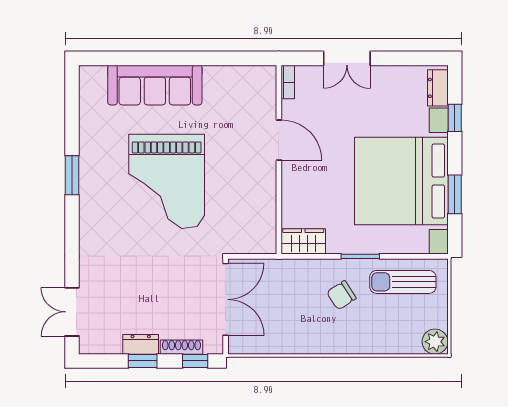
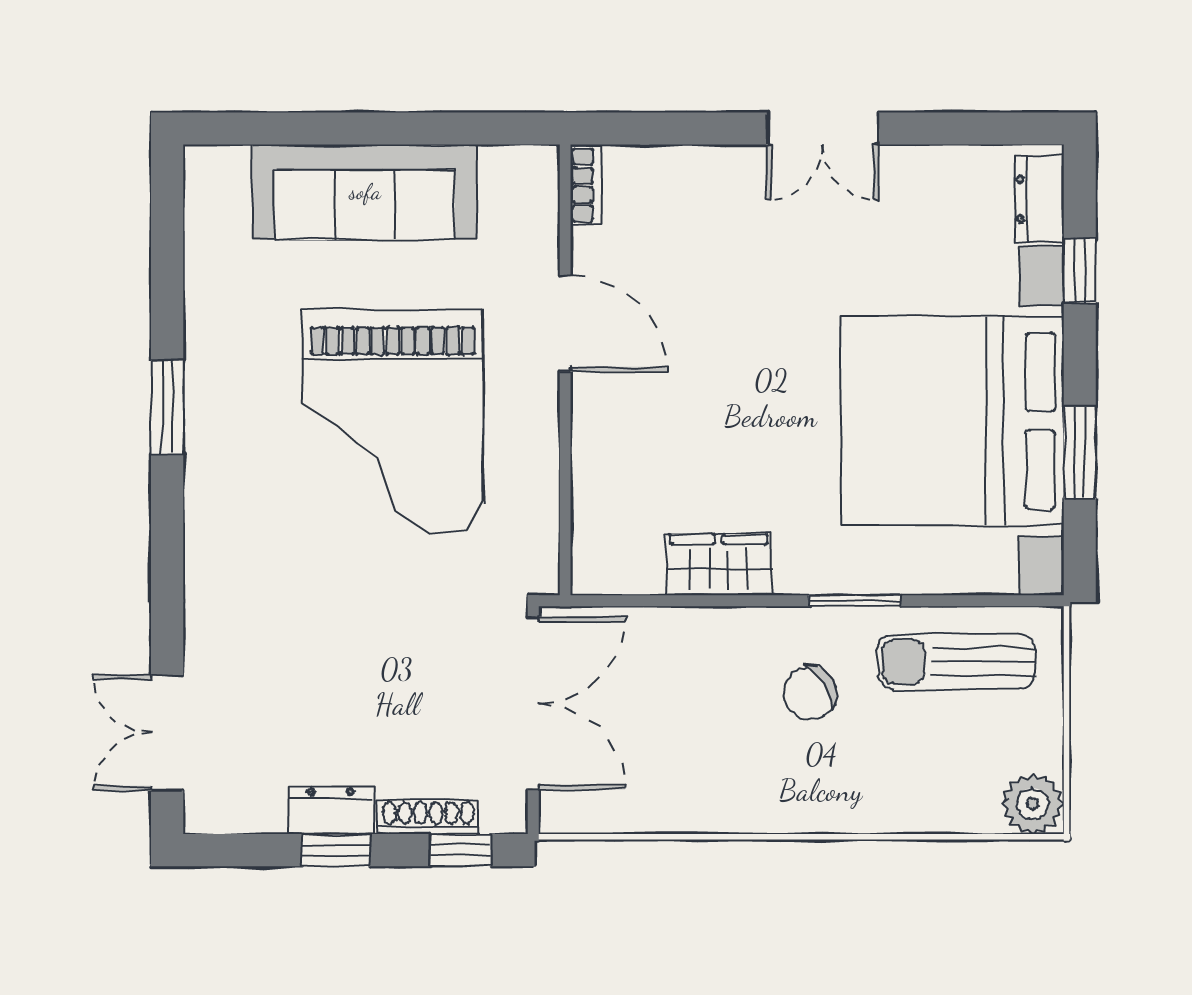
bookcase: (288, 82) -> (586, 185), moved
door: (279, 140) -> (565, 323), moved
wall: (279, 160) -> (565, 370), moved

